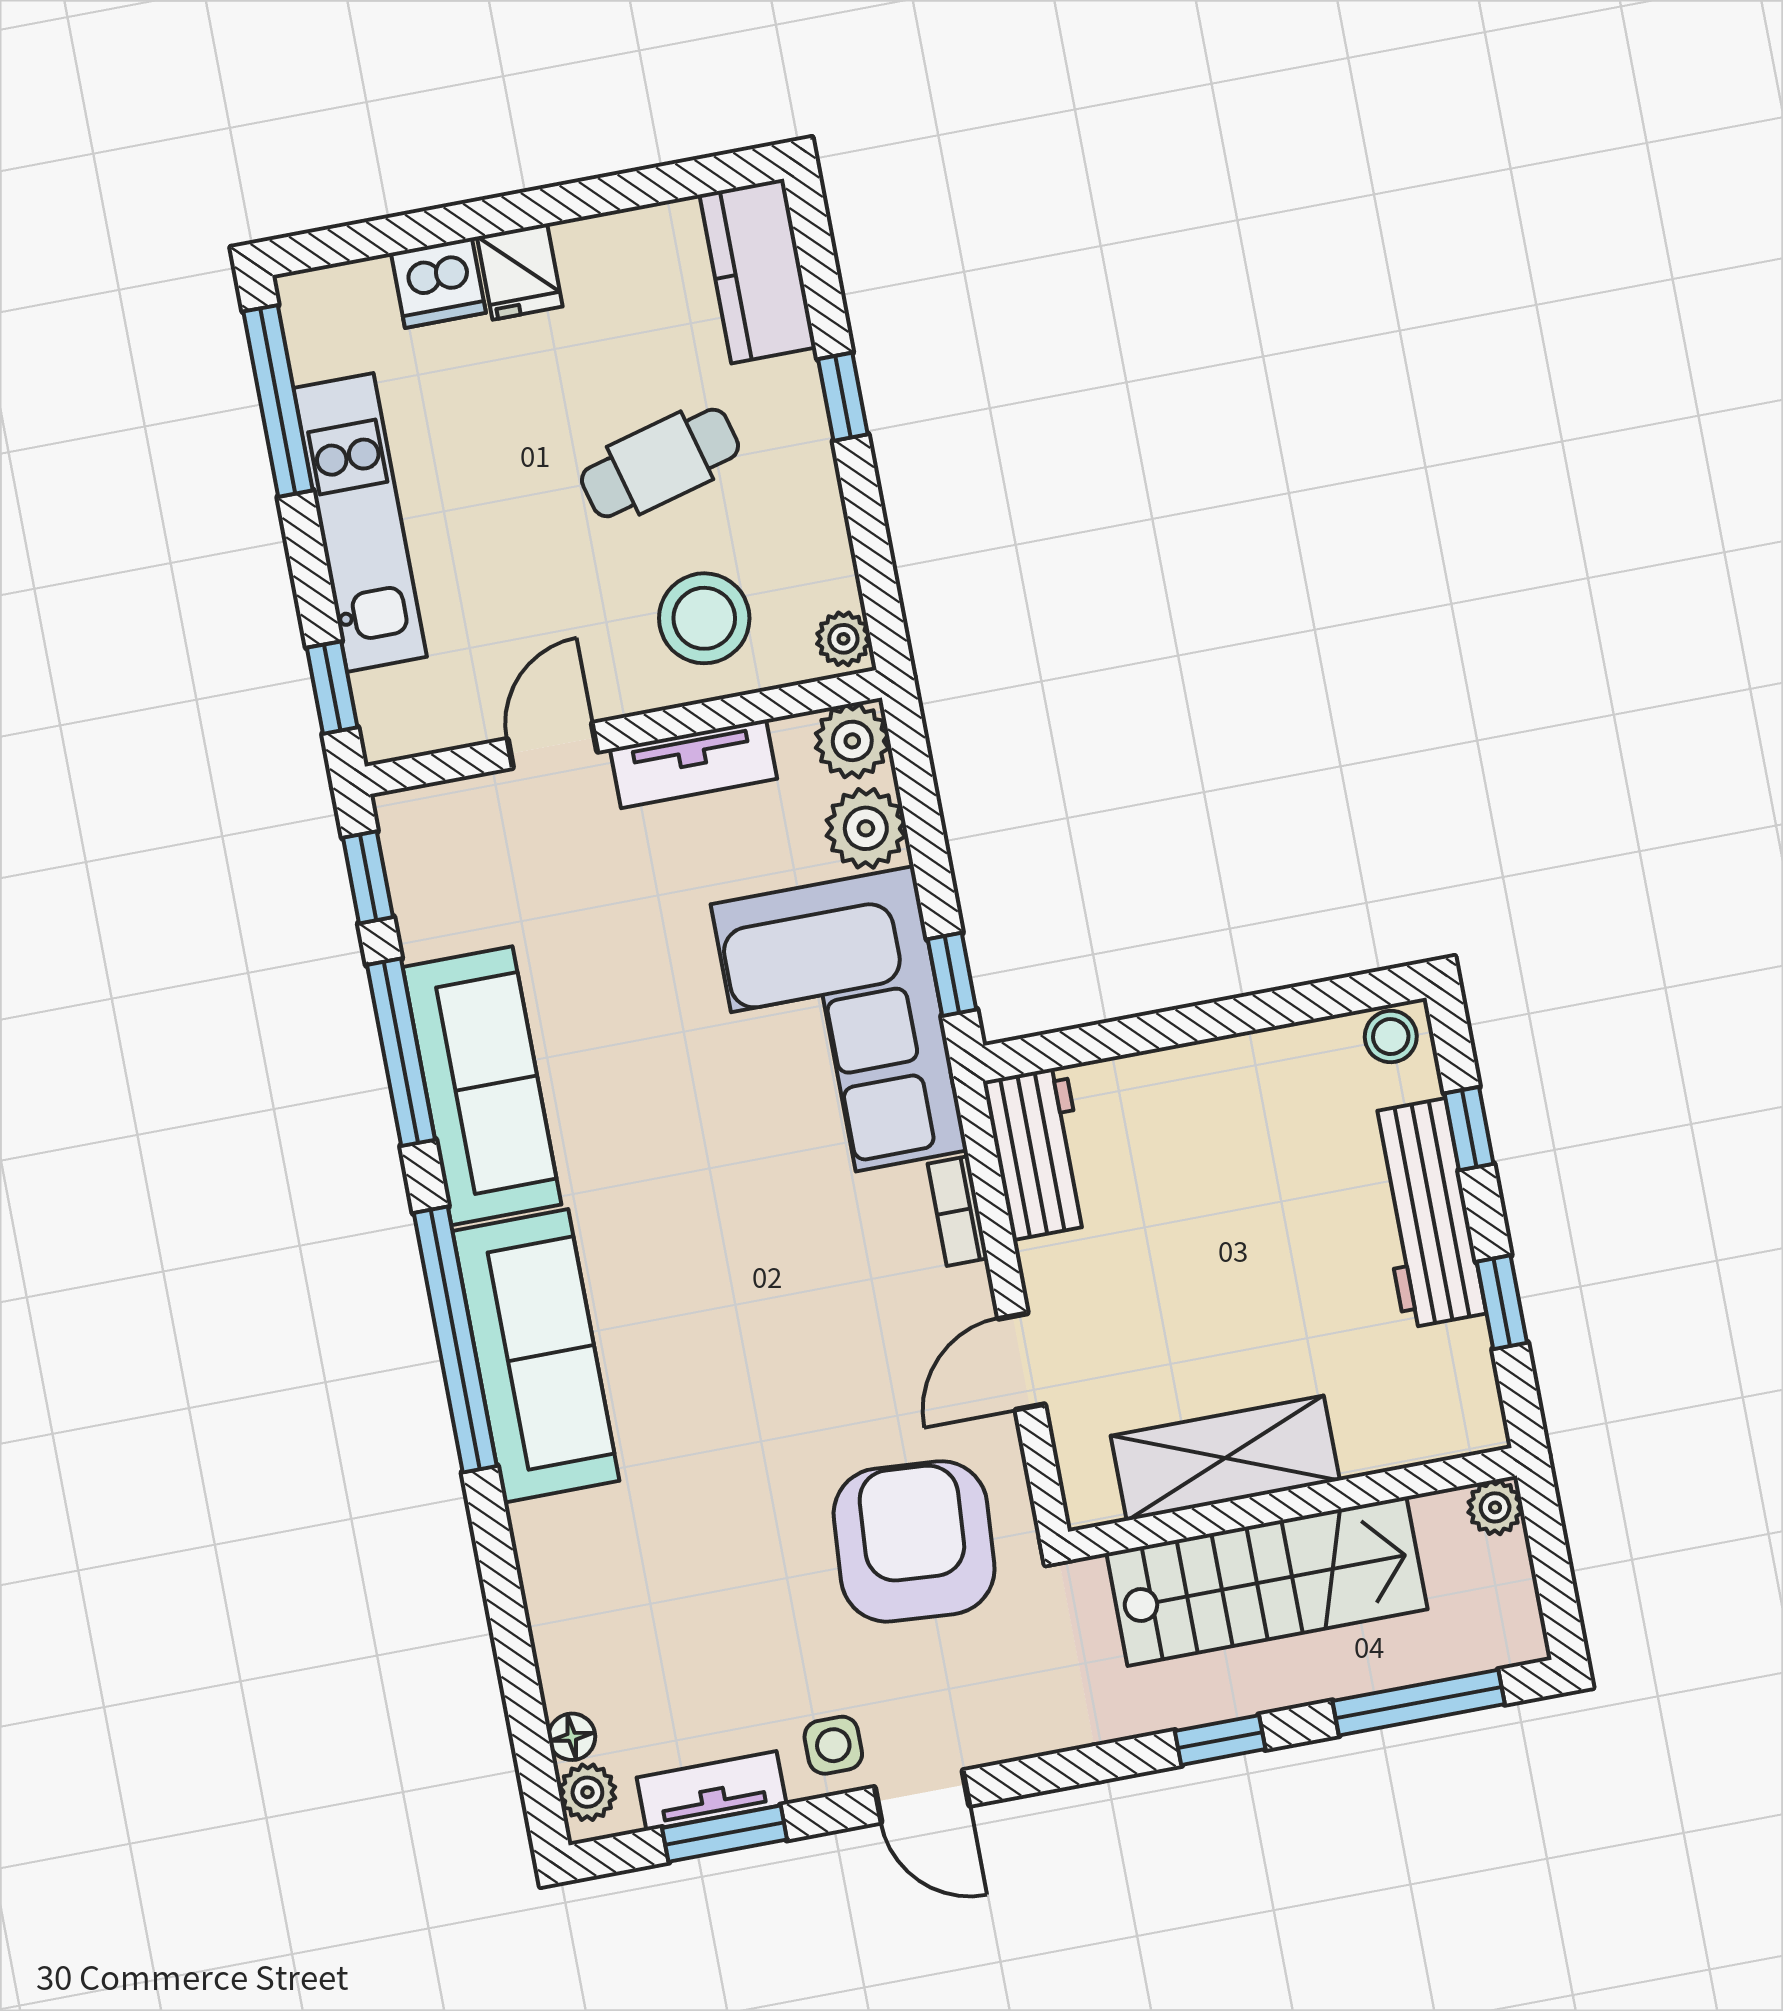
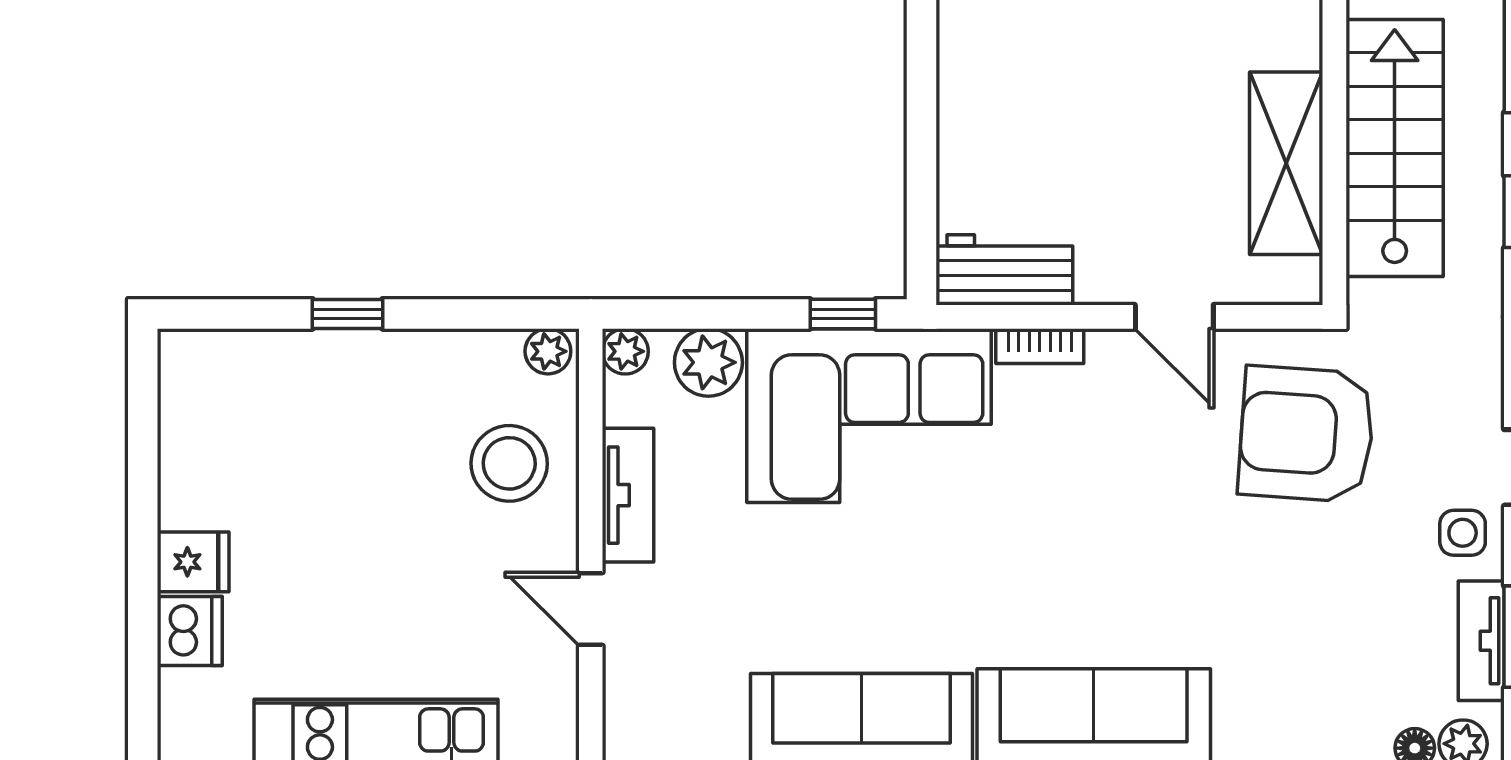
kitchen counter: (758, 271) -> (230, 365), removed
cafe table: (660, 463) -> (374, 476), removed
plant: (852, 741) -> (625, 351), width x0.73, depth x0.73

